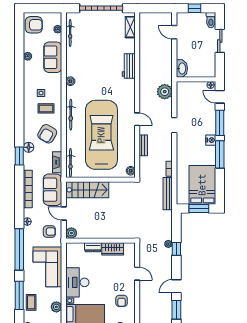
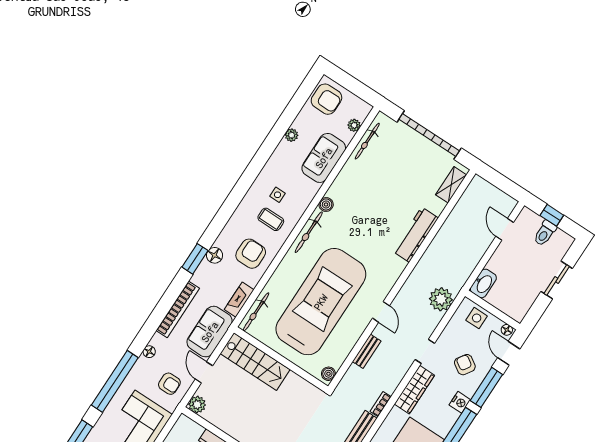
toilet: (211, 20) -> (545, 233), moved
workbench: (129, 66) -> (416, 235), width x1.38
side table: (190, 89) -> (477, 318), added
bicycle: (71, 115) -> (309, 232), moved
armchair: (200, 118) -> (465, 365), added
armchair: (47, 134) -> (251, 254), turned 150
wardrobe: (182, 149) -> (414, 390), added

